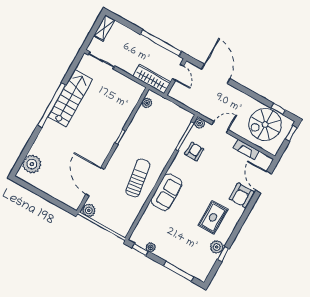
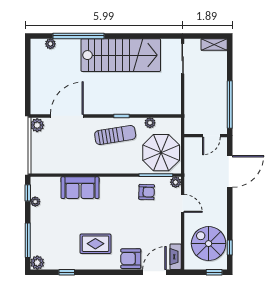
wardrobe: (152, 79) -> (192, 115), removed
stairs: (70, 98) -> (121, 55), width x1.36, depth x1.51
plant: (147, 103) -> (150, 123), moved
window: (52, 105) -> (78, 36), moved
parasol: (169, 121) -> (161, 153), added
fireplace: (246, 150) -> (176, 257), moved
plant: (32, 164) -> (50, 44), width x0.53, depth x0.53
sun lounger: (138, 178) -> (115, 135), moved
sofa: (167, 192) -> (80, 188), moved
plant: (217, 247) -> (37, 263), moved

